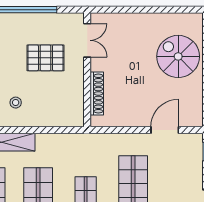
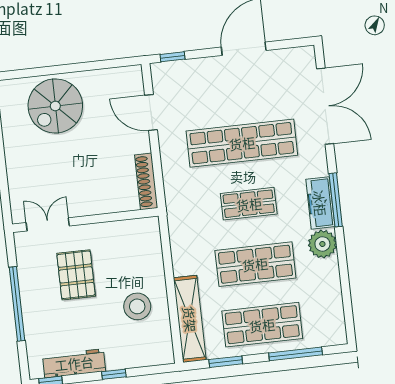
shoe rack: (97, 93) -> (146, 181), moved, turned -90
stool: (16, 103) -> (137, 306), width x1.89, depth x1.89

